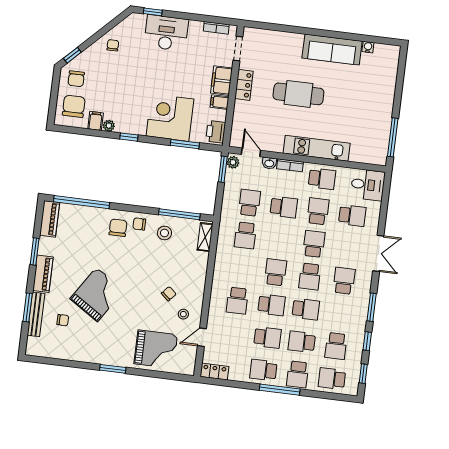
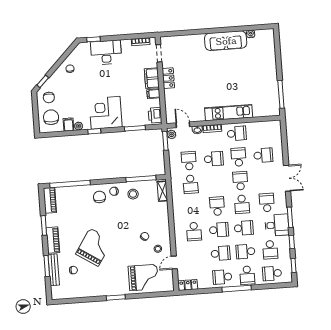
cafe table: (298, 94) -> (208, 77), removed
corner desk: (170, 118) -> (106, 113), moved
desk: (368, 185) -> (277, 225), moved

